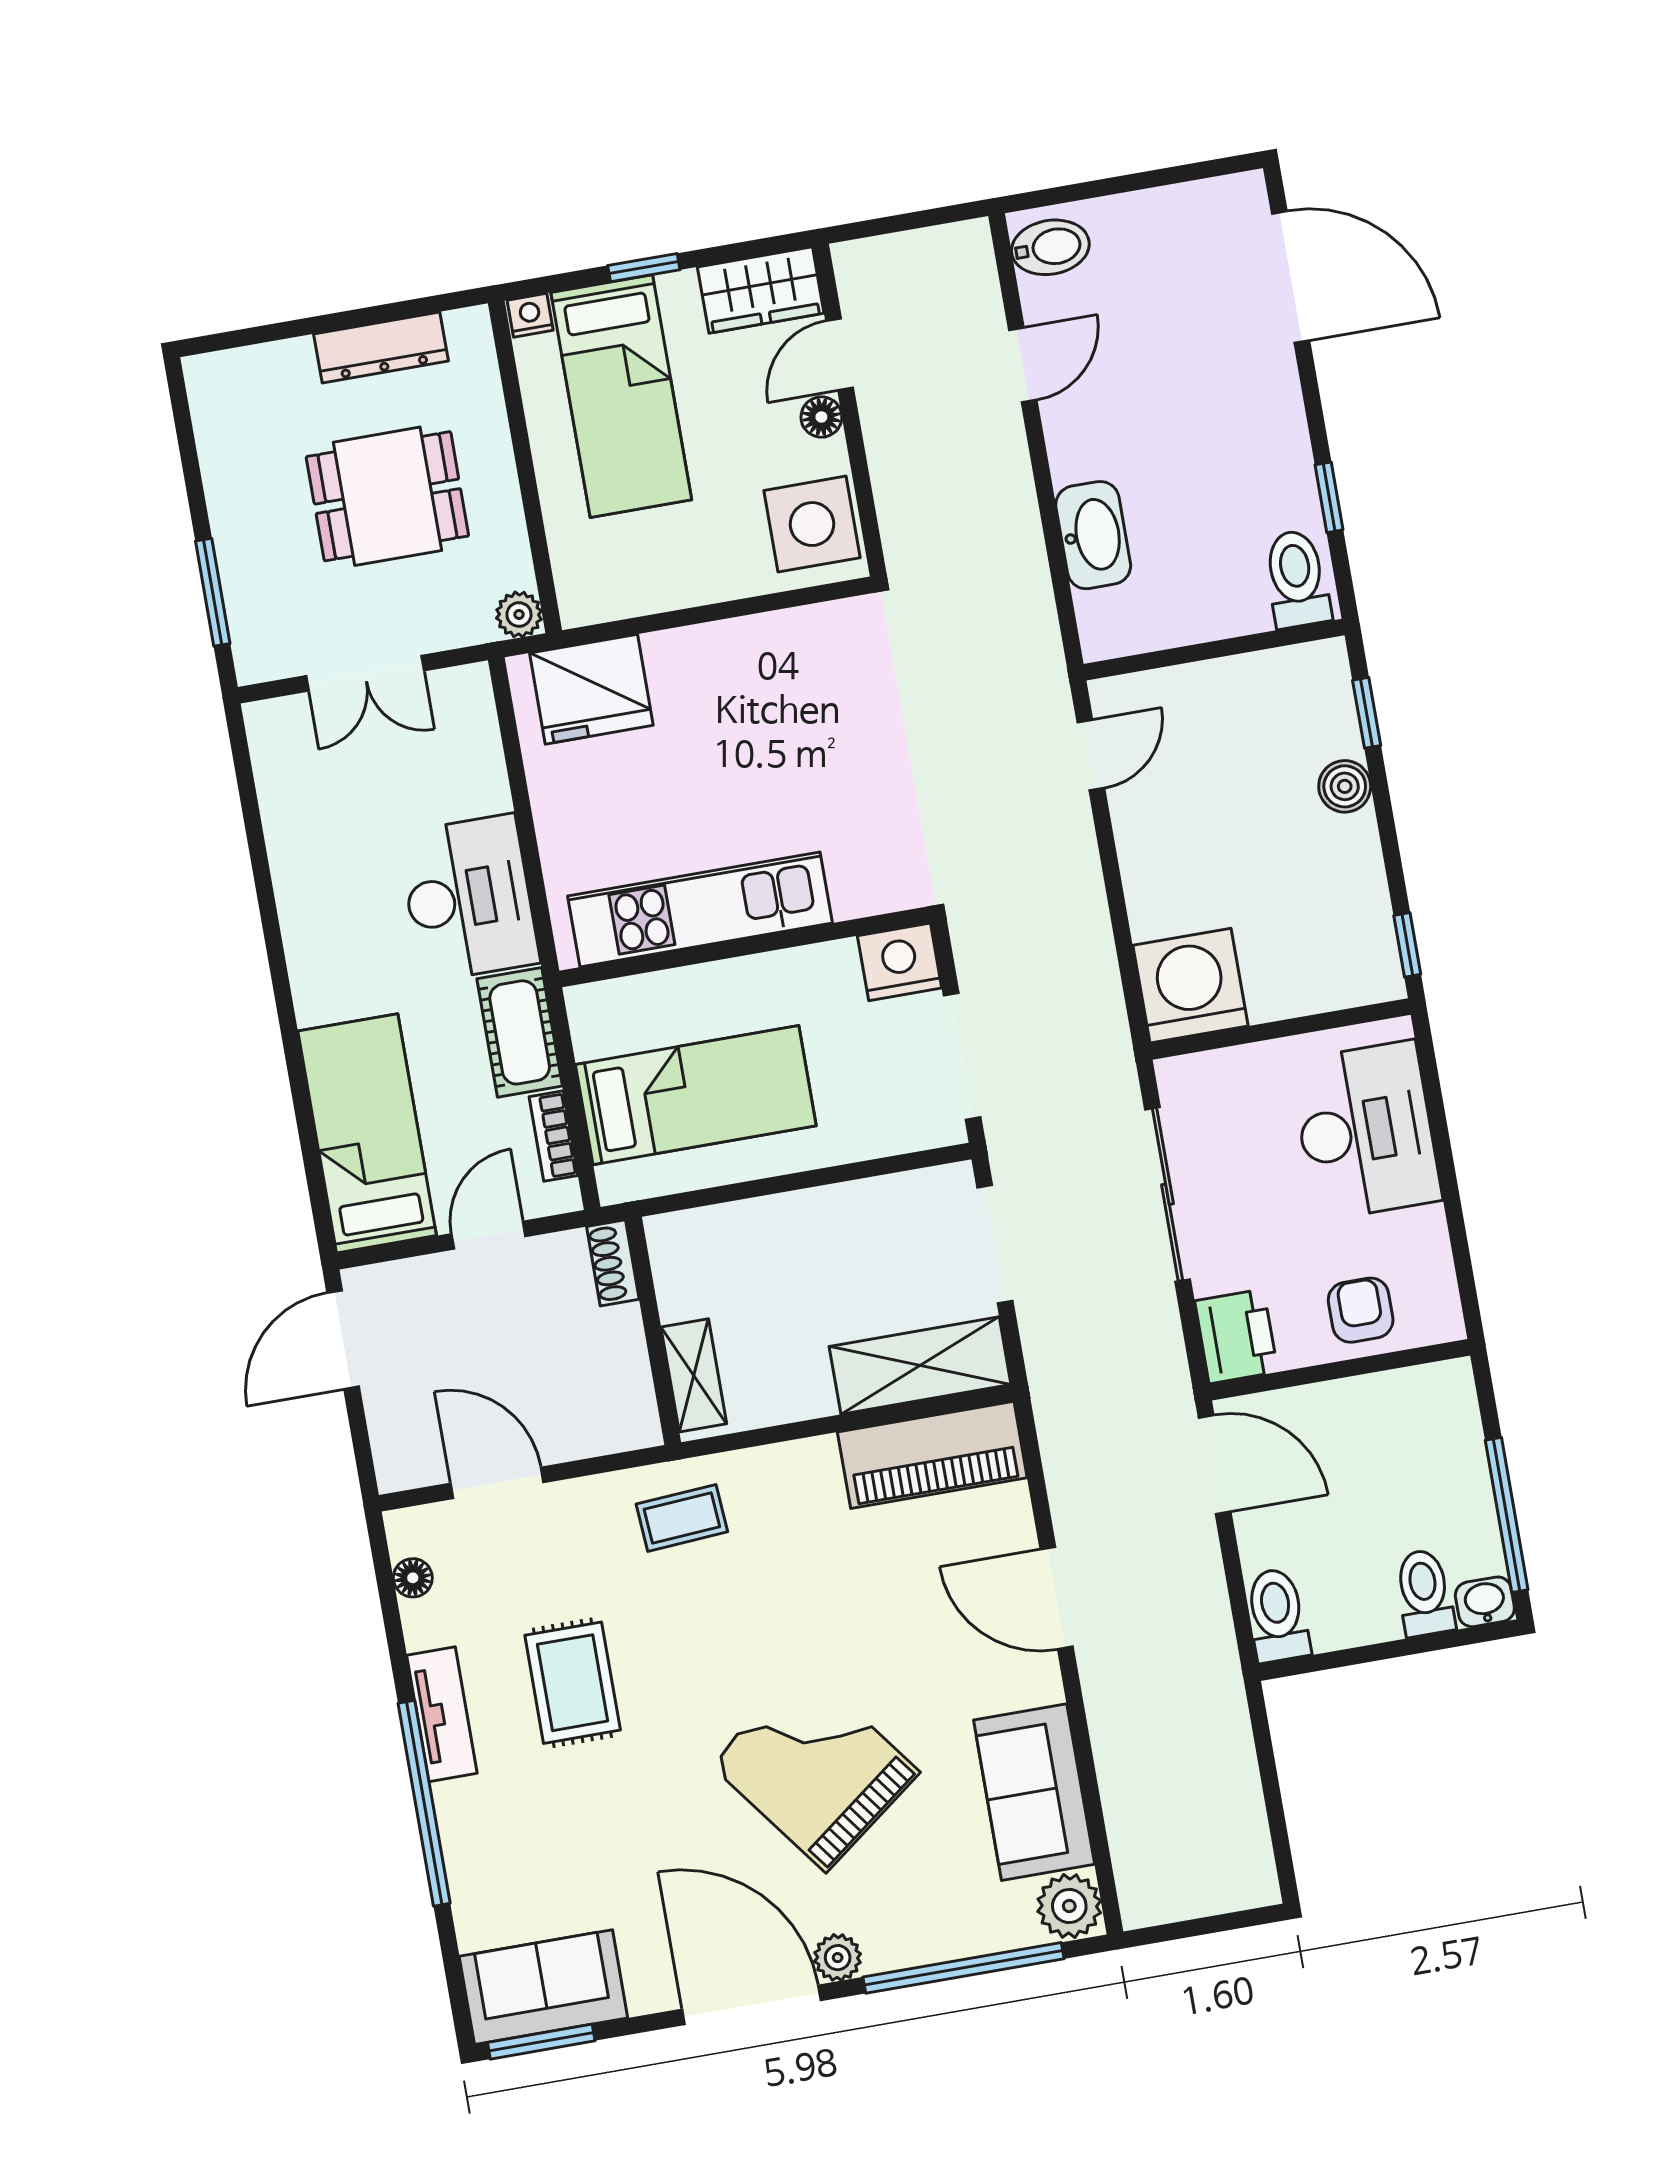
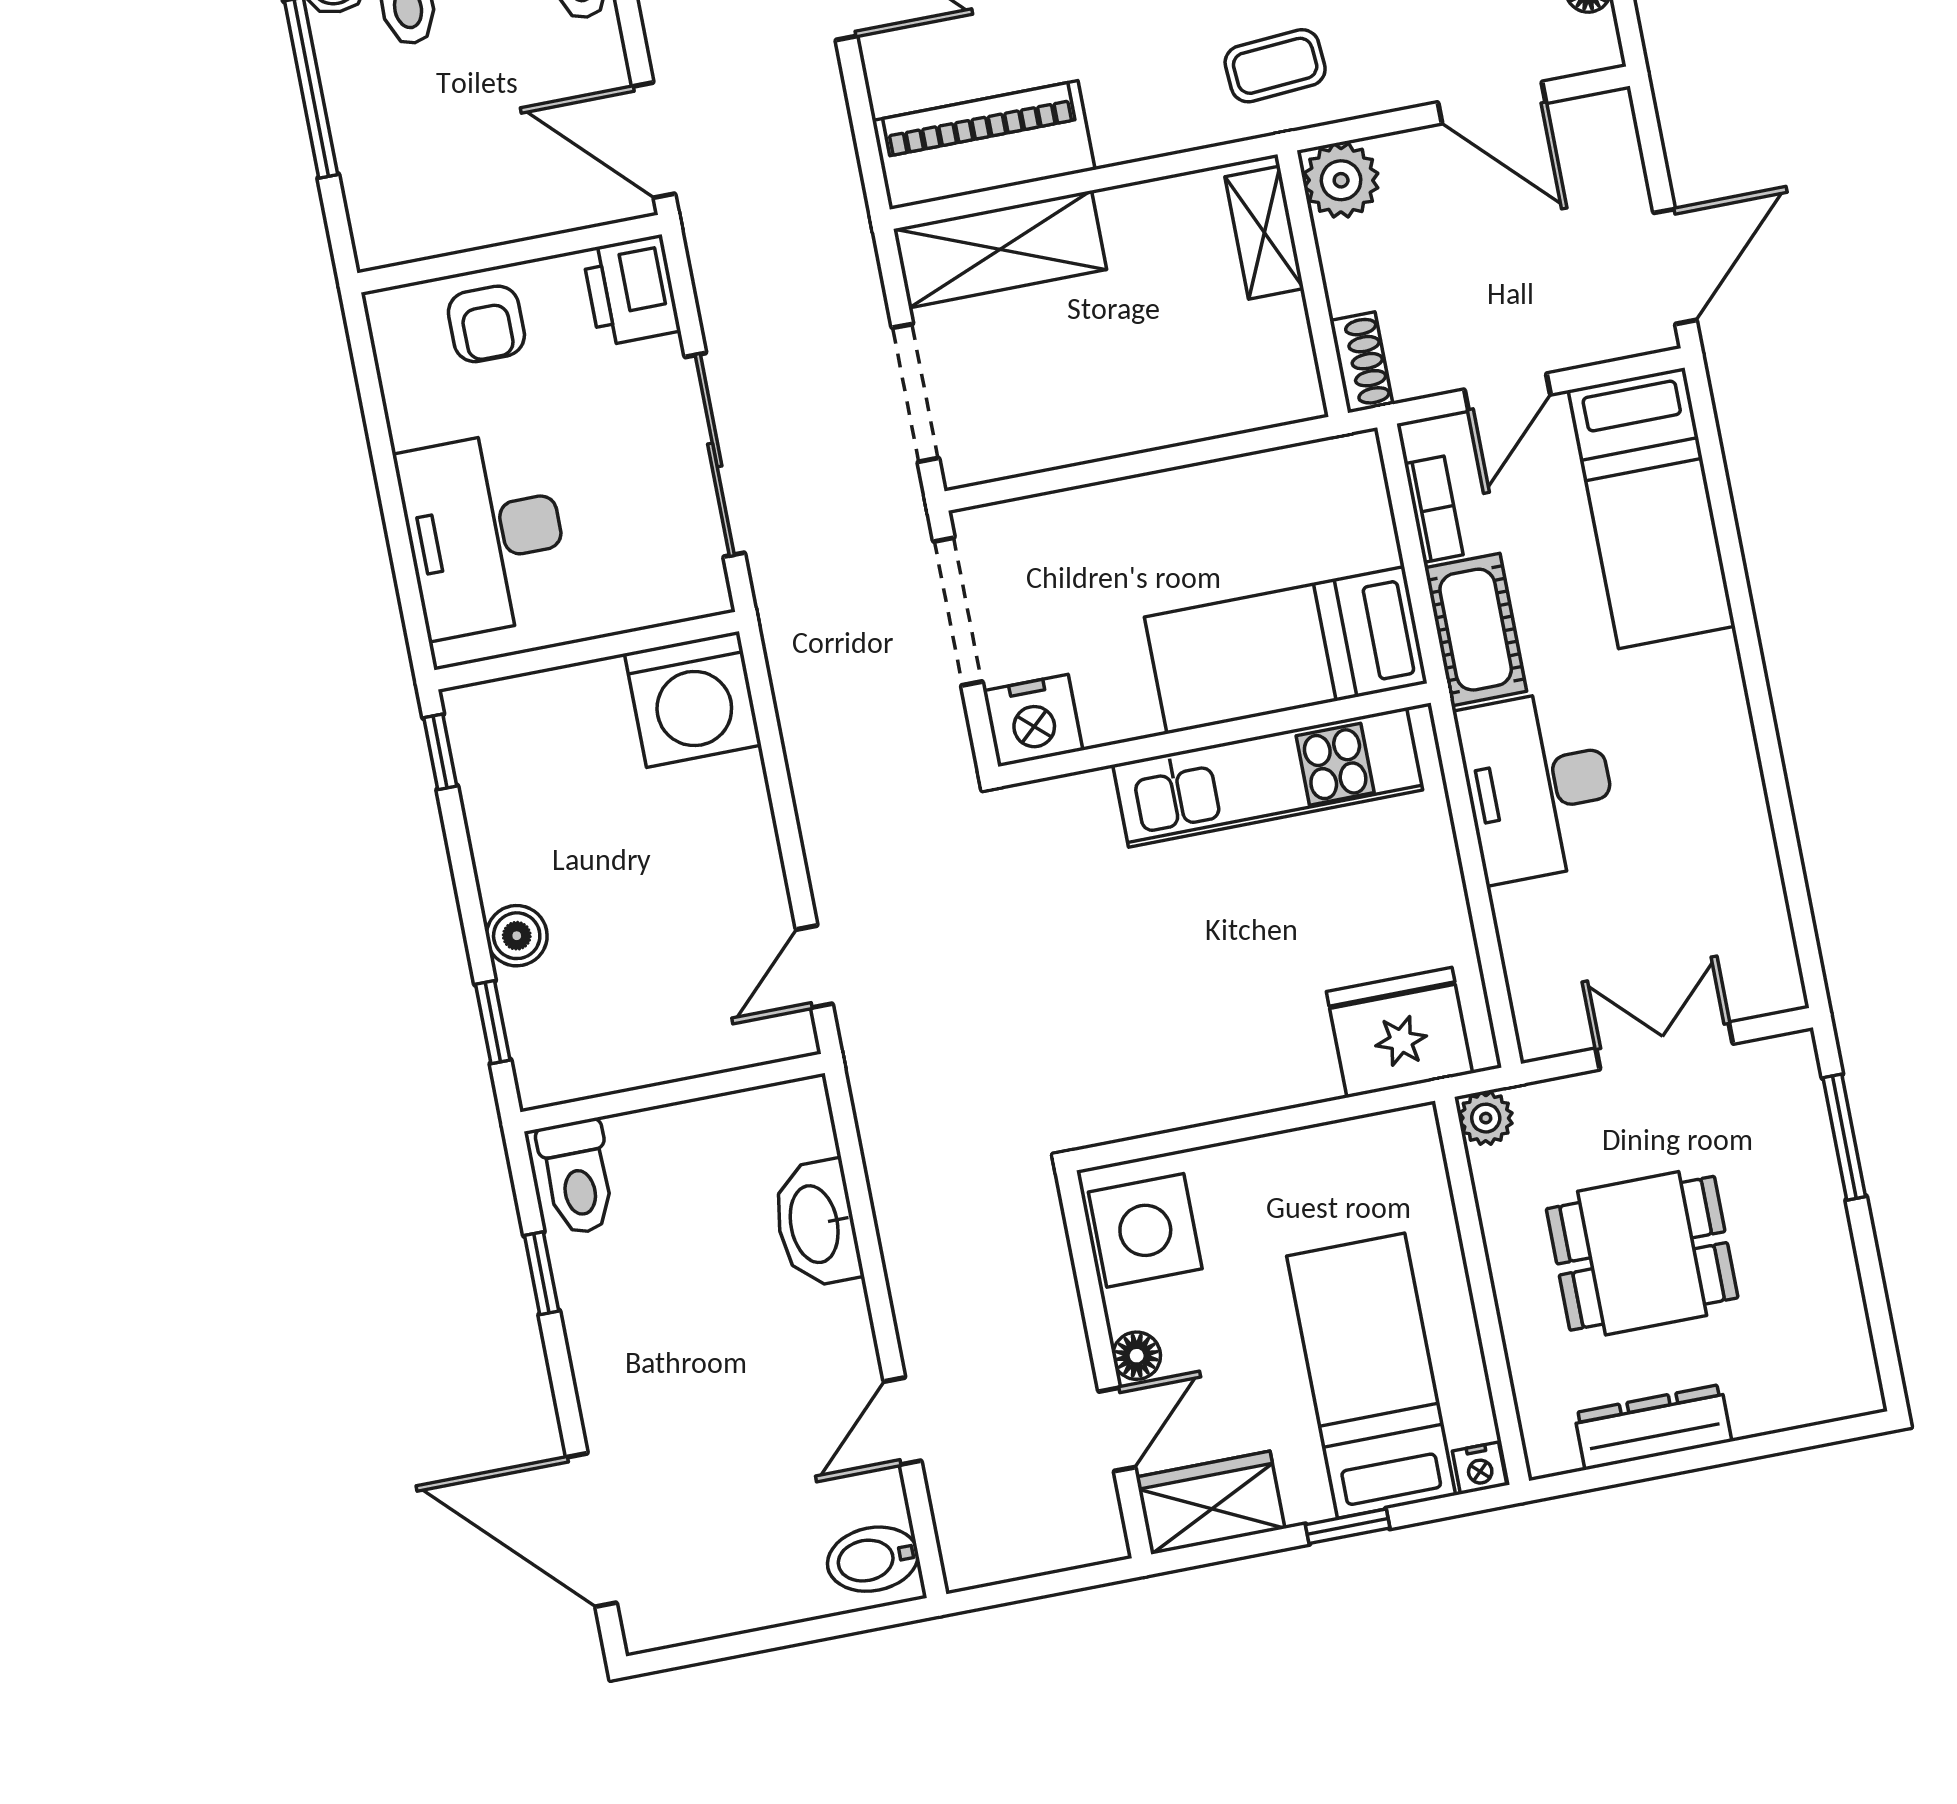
bed: (696, 1095) -> (1286, 650), moved
plant: (627, 1419) -> (1341, 180), added

